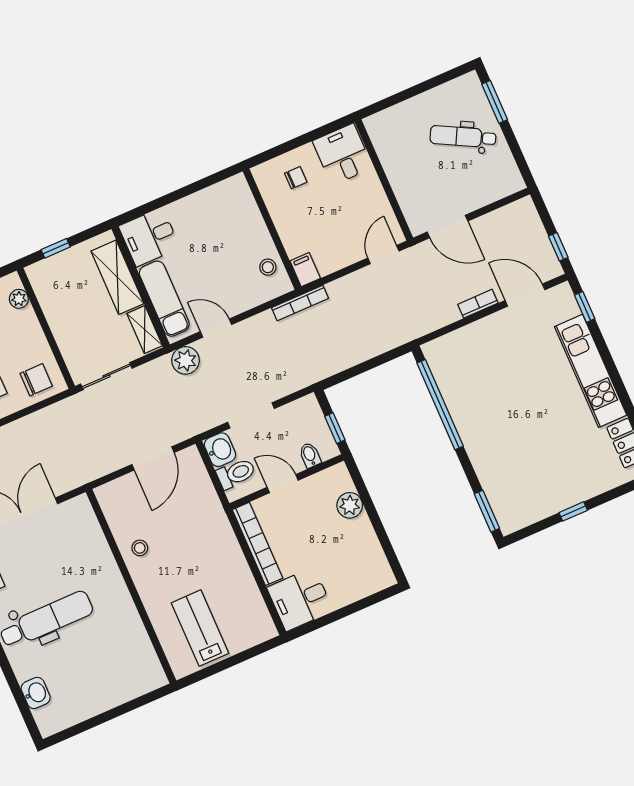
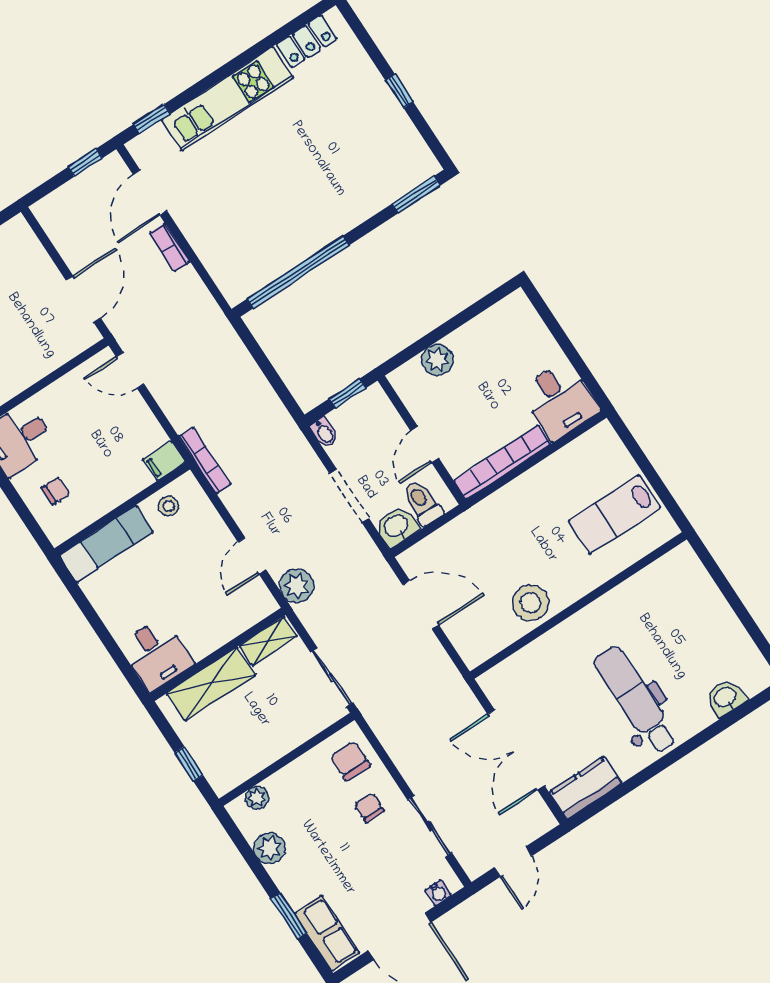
chair: (296, 178) -> (56, 491), turned 90
exam couch: (164, 299) -> (106, 544), moved, turned 180
bidet: (310, 455) -> (324, 432), moved, turned -90
stool: (140, 548) -> (531, 603), width x1.89, depth x1.89

